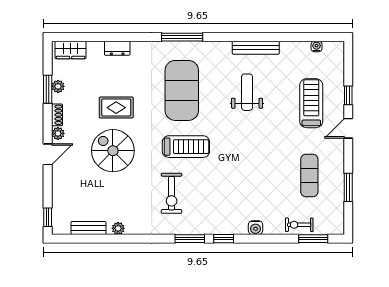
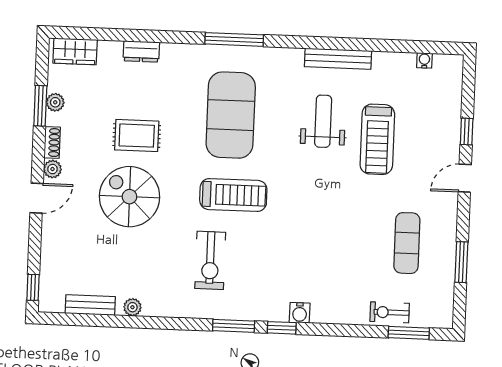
treadmill: (311, 103) -> (377, 139), moved, turned 180
water cooler: (256, 228) -> (300, 313), moved

